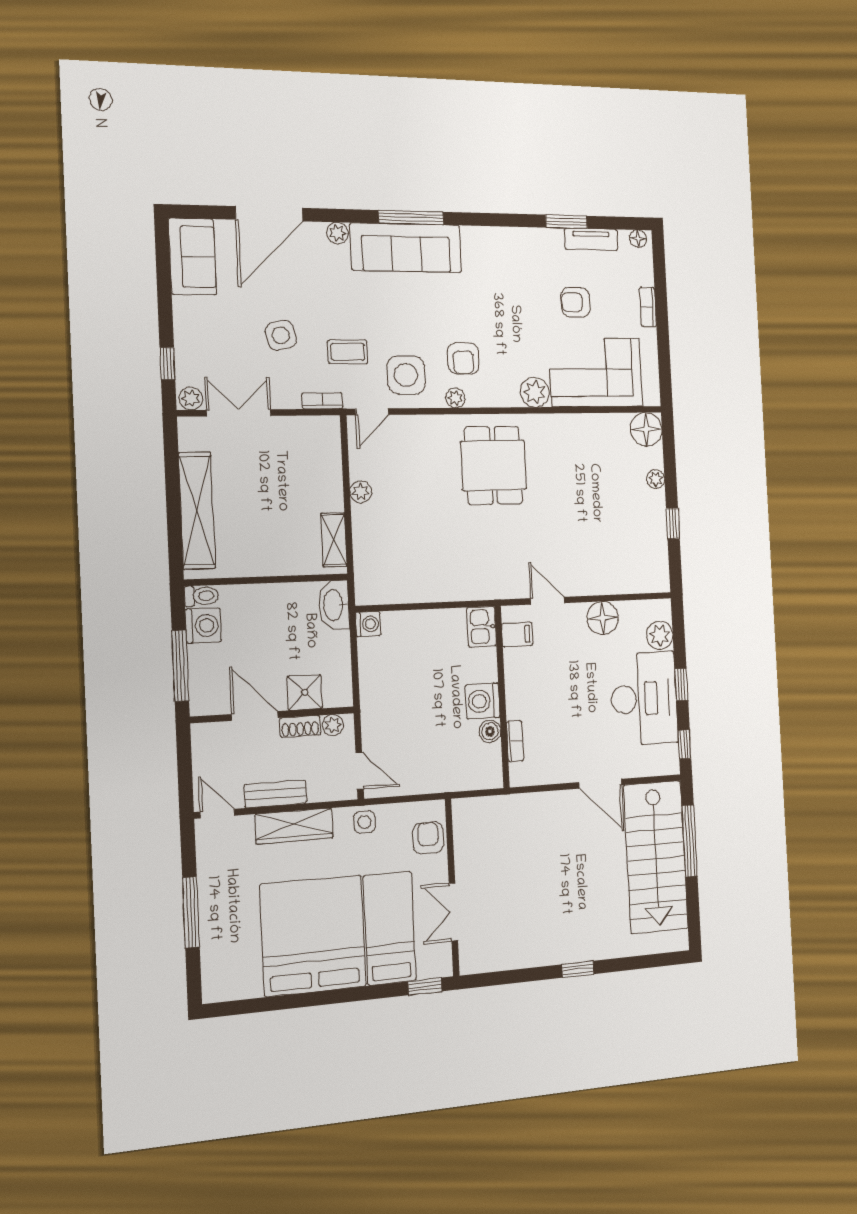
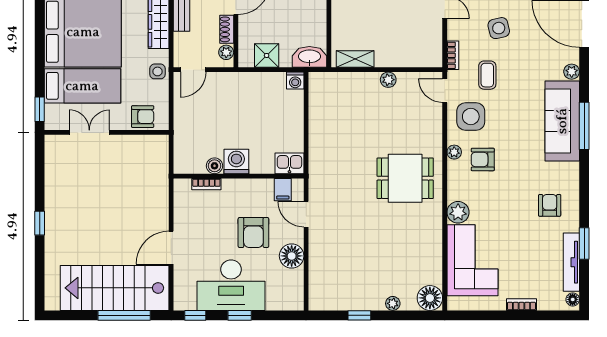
tv unit: (591, 239) -> (571, 262), width x1.41
armchair: (575, 302) -> (550, 205), moved
door: (548, 601) -> (306, 214), swing flipped
plant: (660, 635) -> (277, 300), removed
armchair: (575, 672) -> (253, 232), added
shower: (305, 692) -> (267, 55), moved

